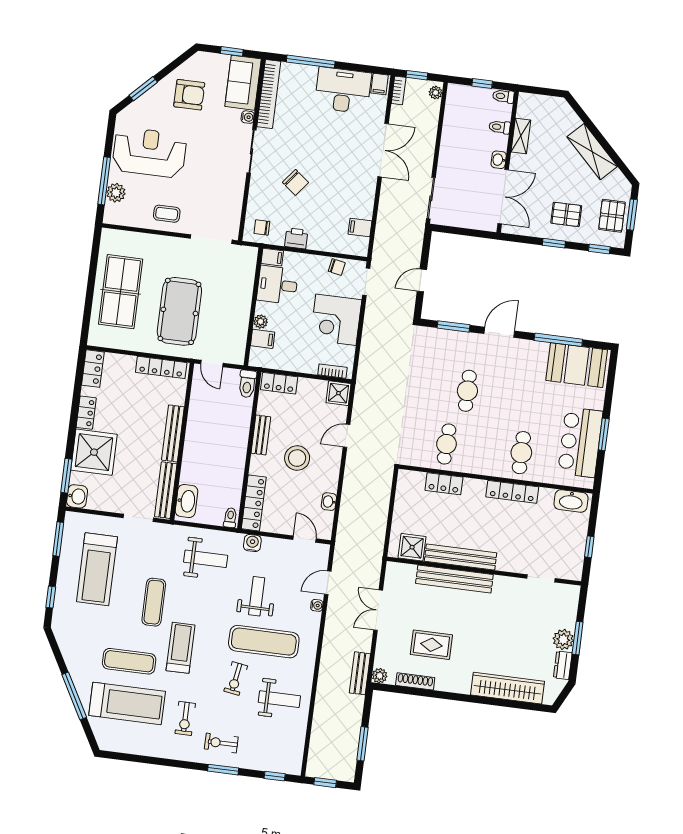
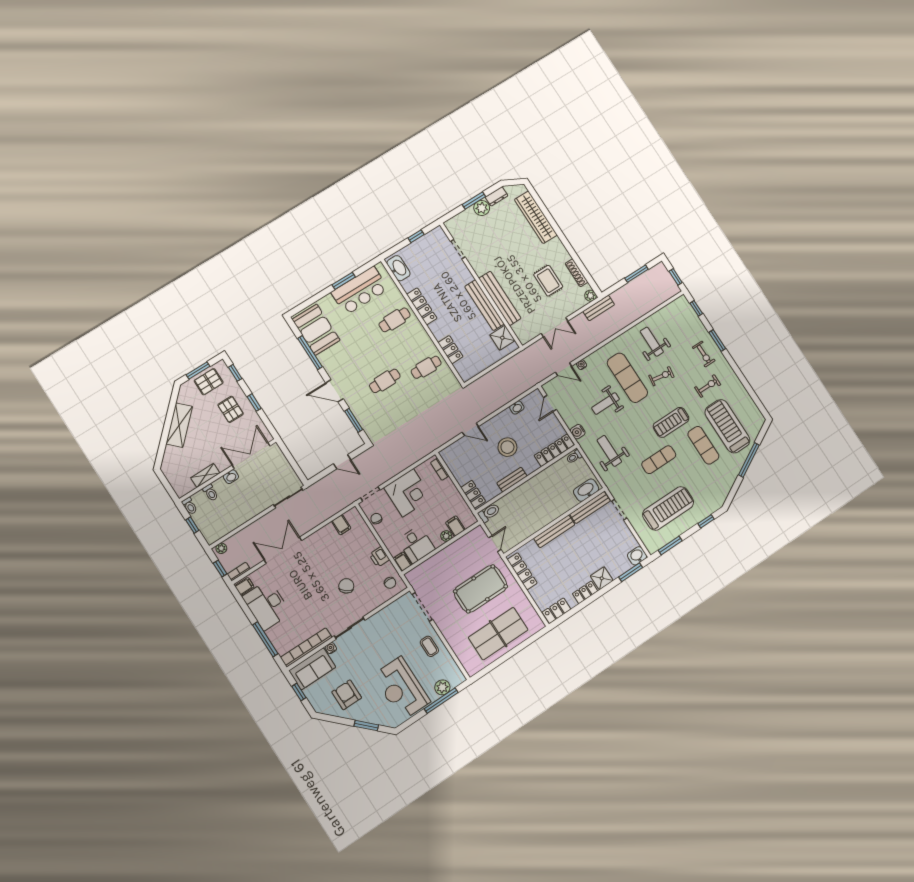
shower: (339, 393) -> (450, 455), removed
shower: (94, 452) -> (602, 578), width x0.54, depth x0.54

